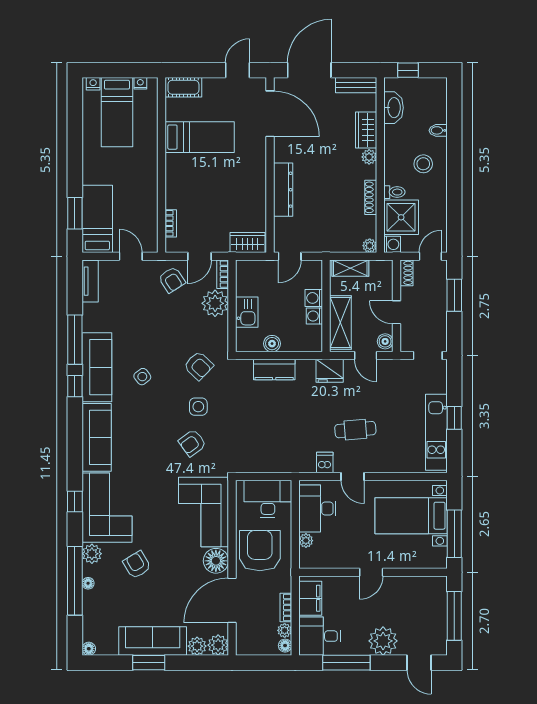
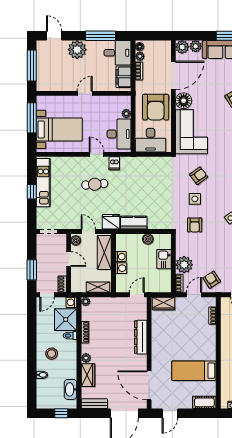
armchair: (199, 366) -> (195, 225), turned -134
kitchen counter: (274, 369) -> (134, 223), moved

